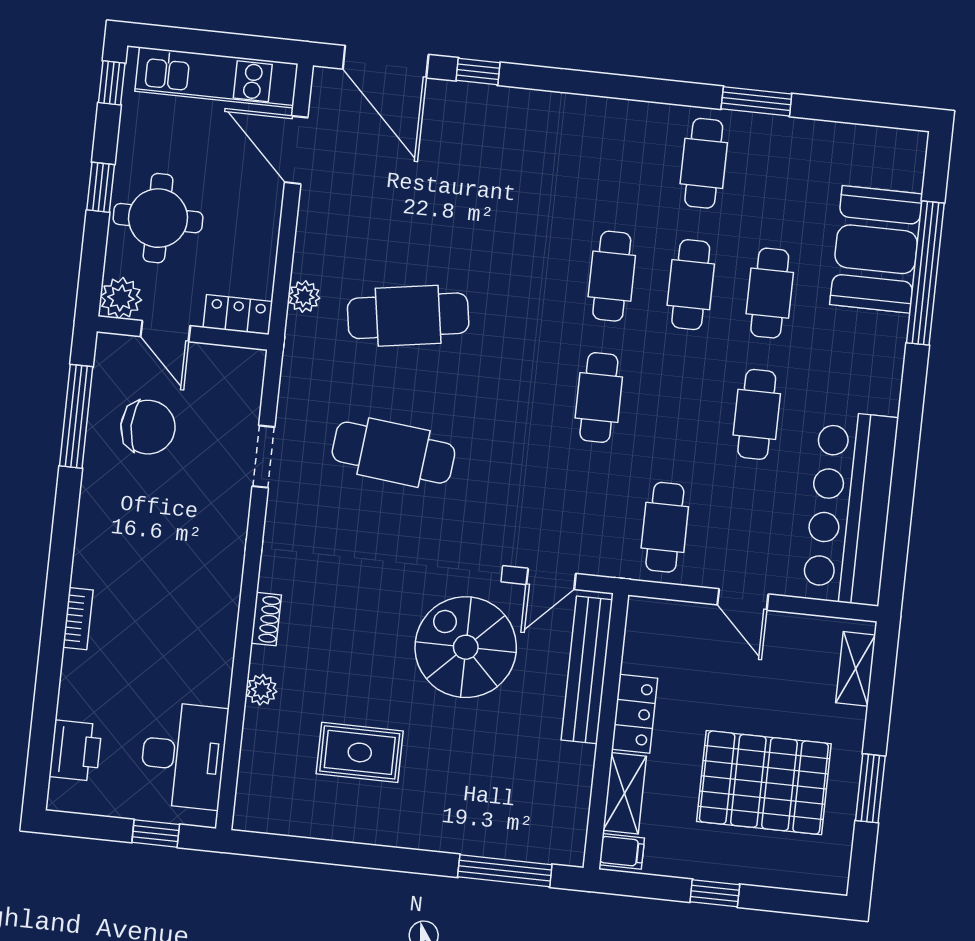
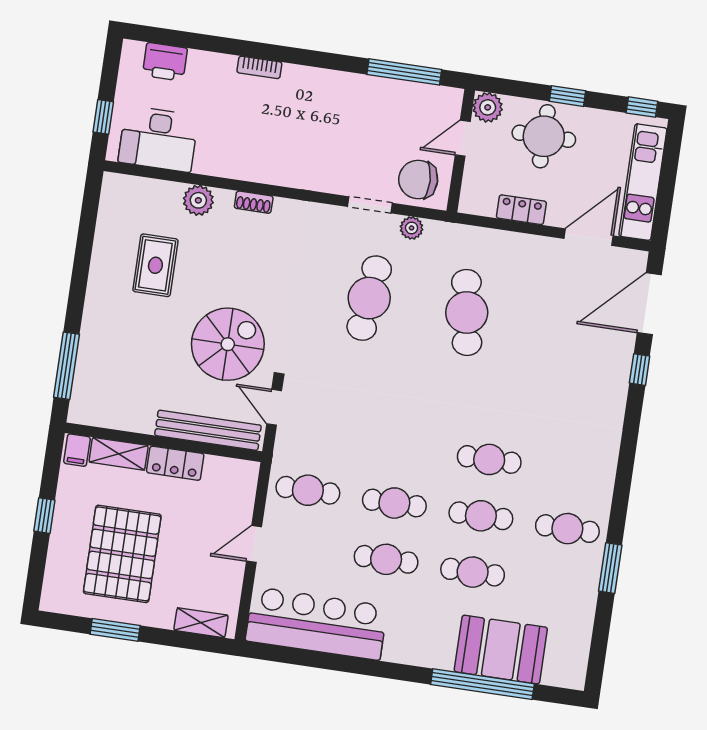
plant: (304, 296) -> (412, 228), moved
locker: (238, 315) -> (521, 210), moved, turned -90
cafe table: (599, 398) -> (394, 503), moved
chair: (148, 427) -> (418, 179), moved, turned 88
plant: (262, 690) -> (198, 200), width x1.38, depth x1.38

